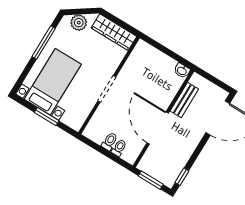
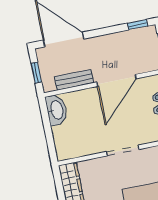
washbasin: (182, 71) -> (56, 110), width x1.91, depth x1.45
window: (212, 79) -> (36, 73), added

